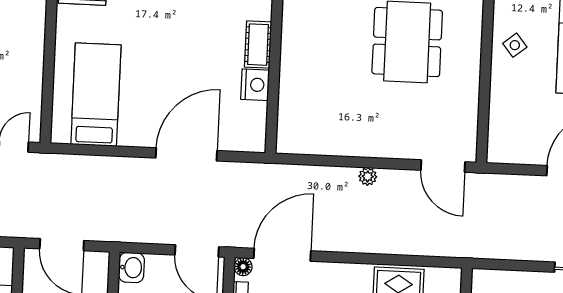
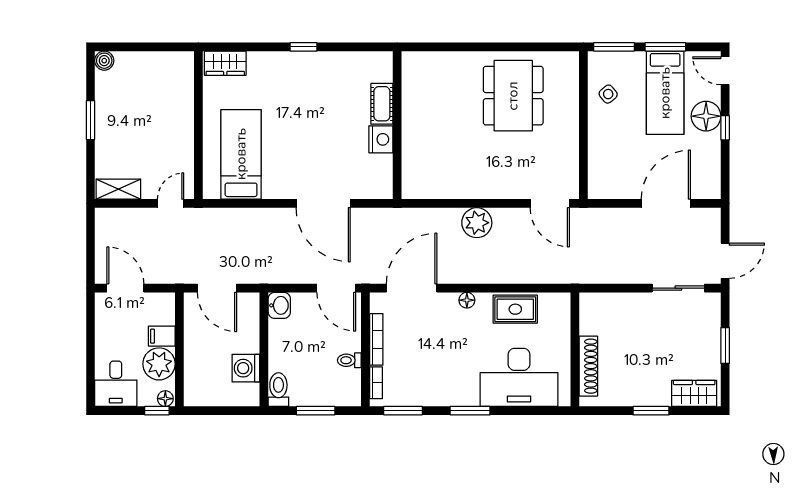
door: (186, 154) -> (323, 203), swing flipped
plant: (368, 176) -> (477, 223), width x1.88, depth x1.88
floor lamp: (243, 267) -> (467, 300), moved

